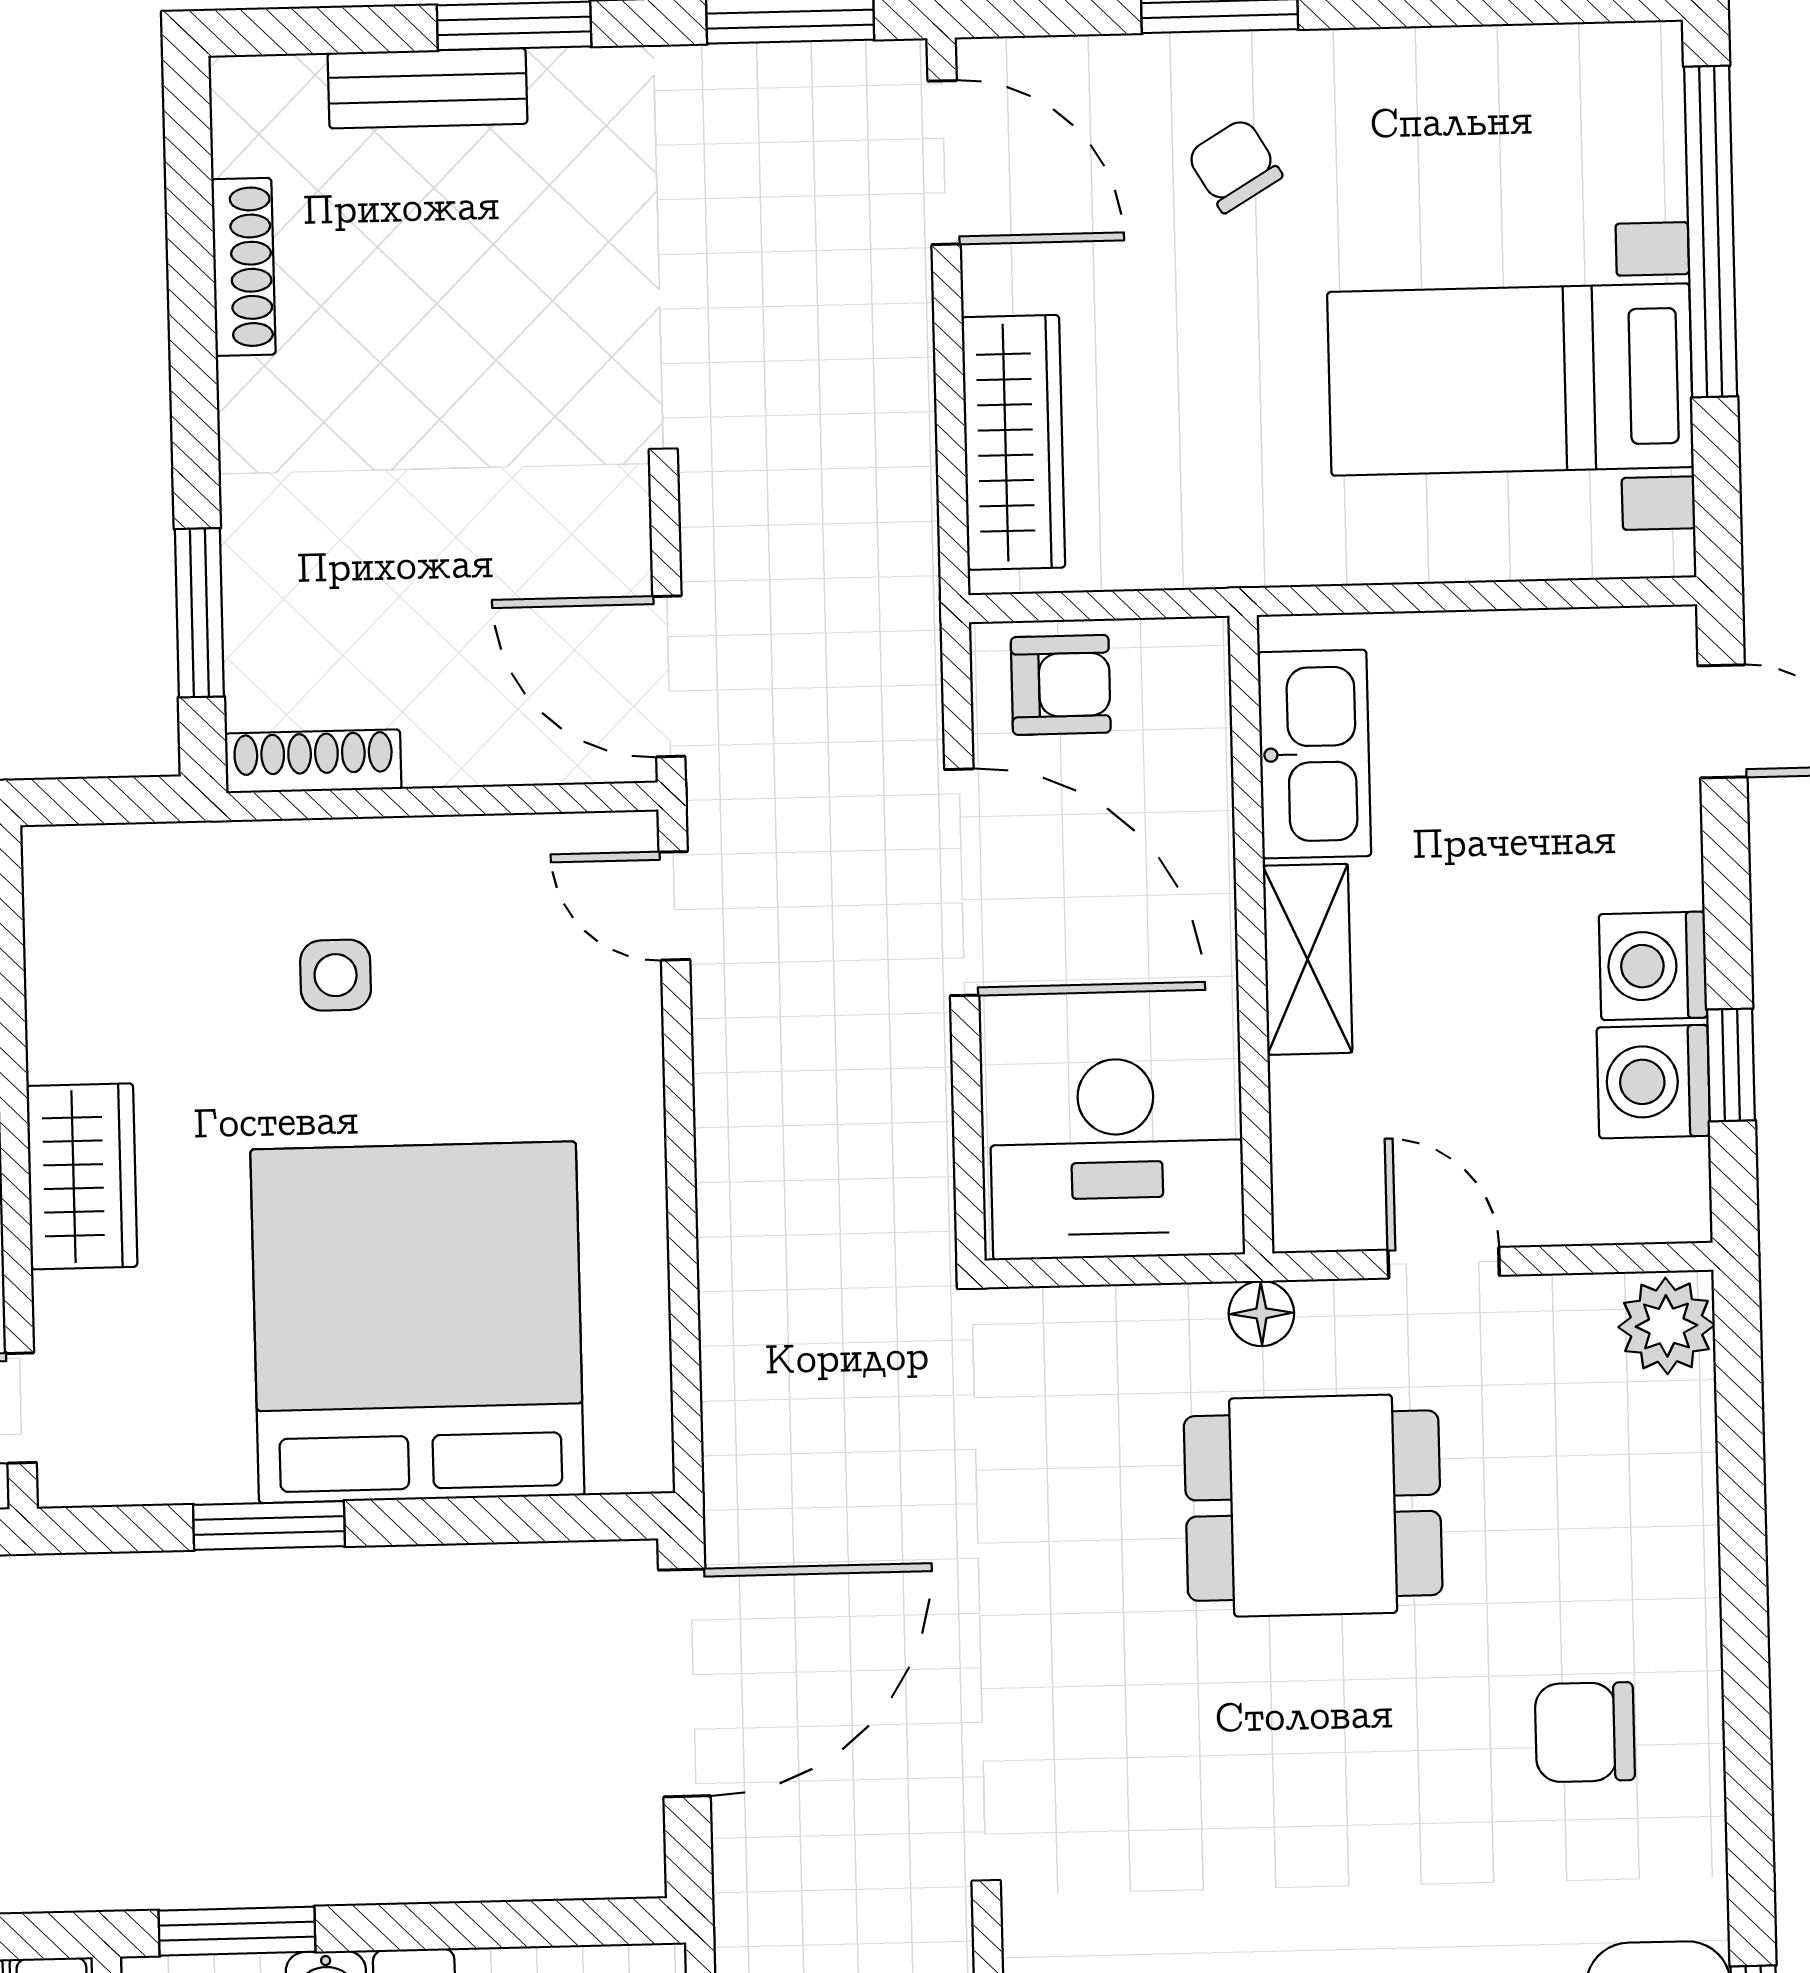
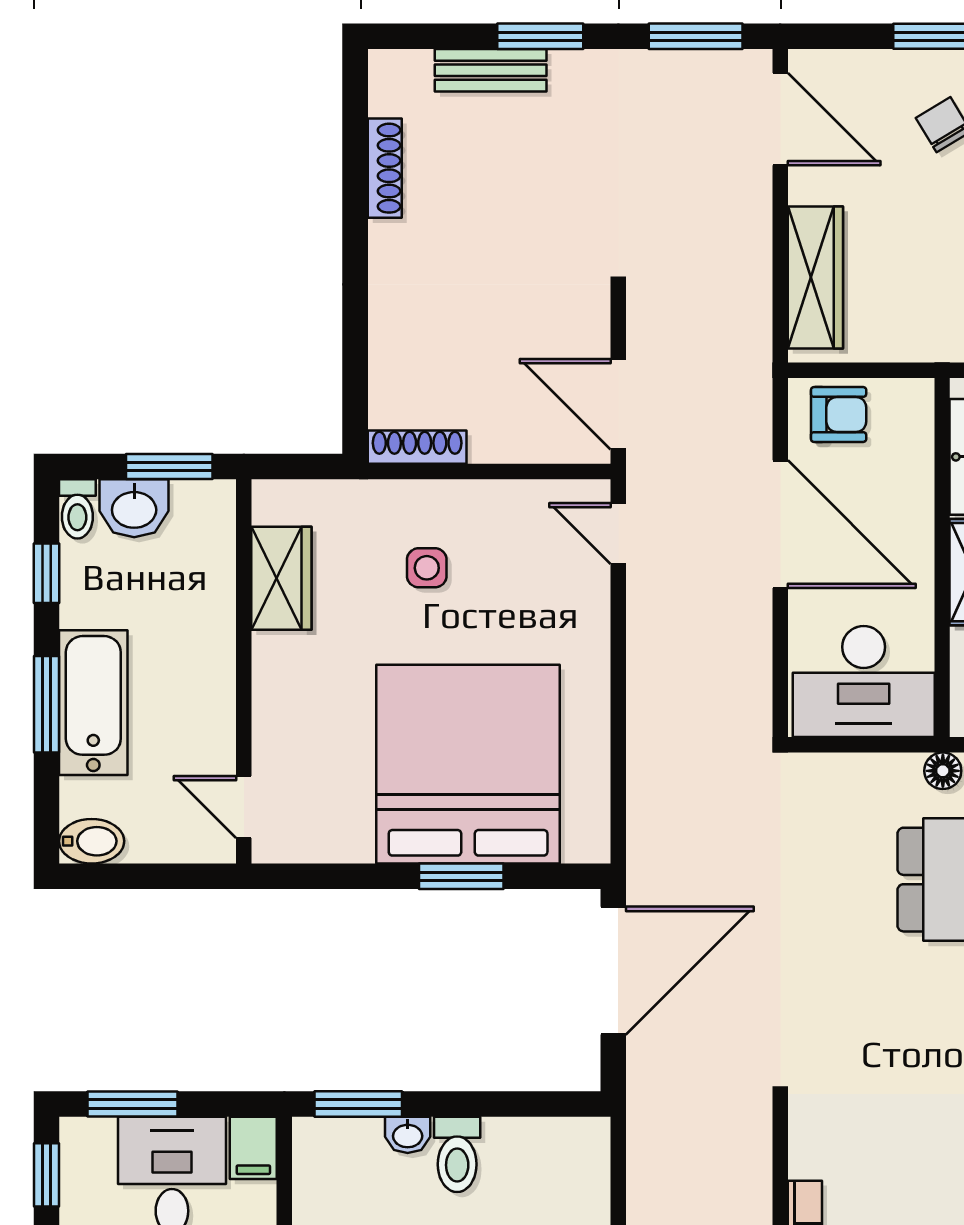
window: (199, 613) -> (355, 362), removed
wardrobe: (82, 1176) -> (281, 578), moved
window: (269, 1525) -> (461, 876), moved

